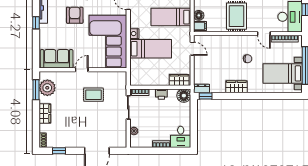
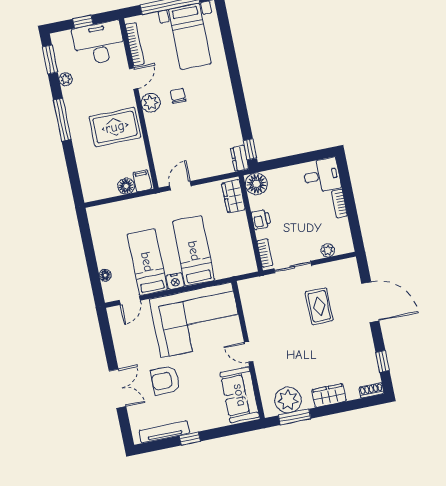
bed: (171, 17) -> (147, 262), moved, turned 180
plant: (247, 41) -> (151, 103), added
wardrobe: (236, 87) -> (226, 104), removed
rug: (93, 95) -> (319, 306), moved

